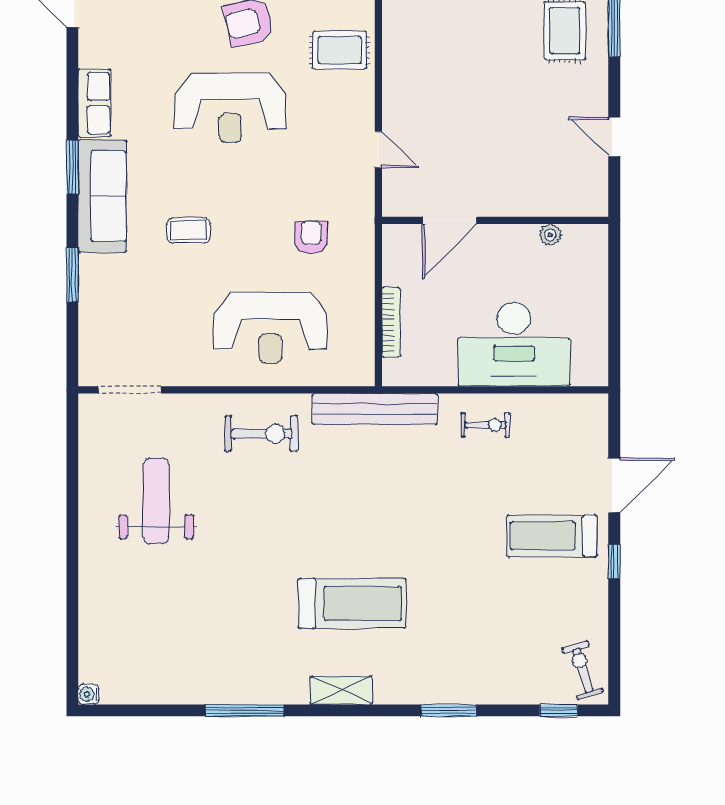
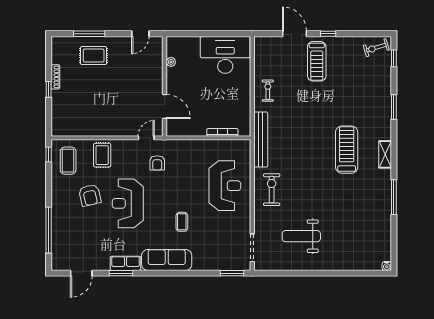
reception desk: (230, 108) -> (128, 203), turned 180
window: (72, 167) -> (121, 273), moved
door: (449, 220) -> (165, 106), moved
wall: (495, 220) -> (165, 86), moved
plant: (550, 235) -> (171, 62), moved
armchair: (311, 237) -> (157, 163), moved, turned -90
window: (72, 275) -> (232, 273), moved
desk: (514, 344) -> (225, 55), moved, turned -90

